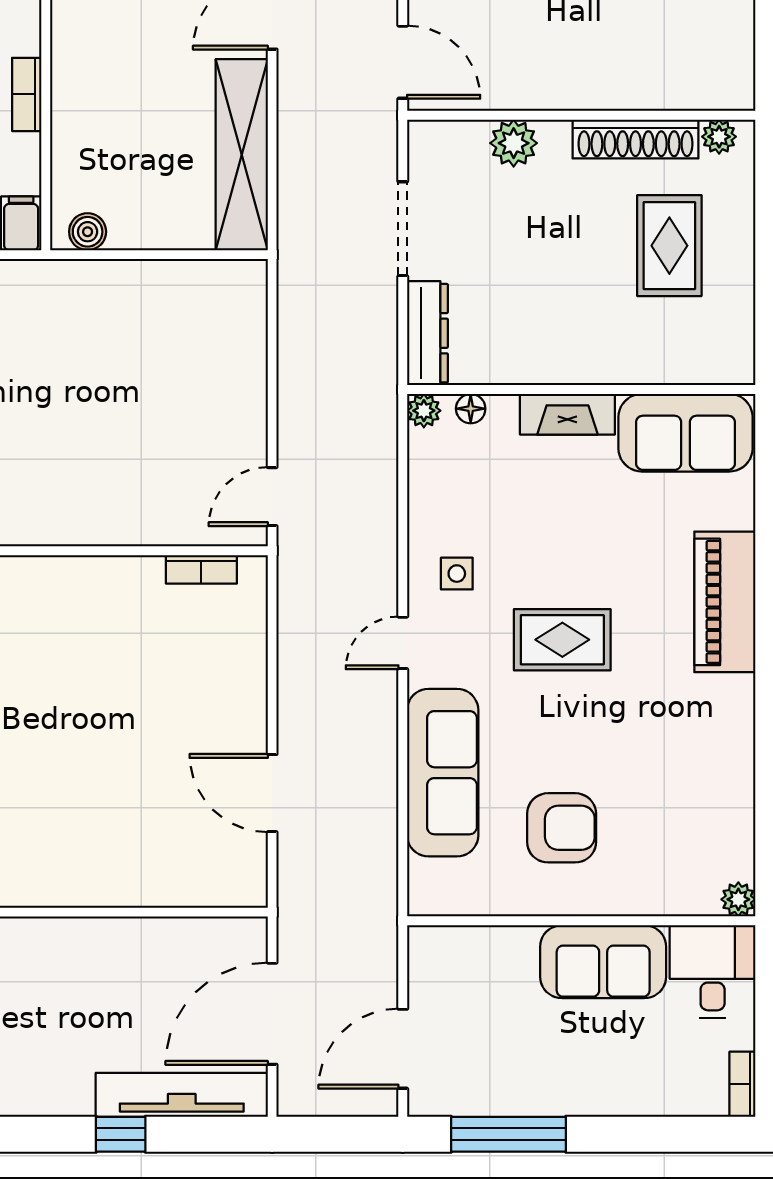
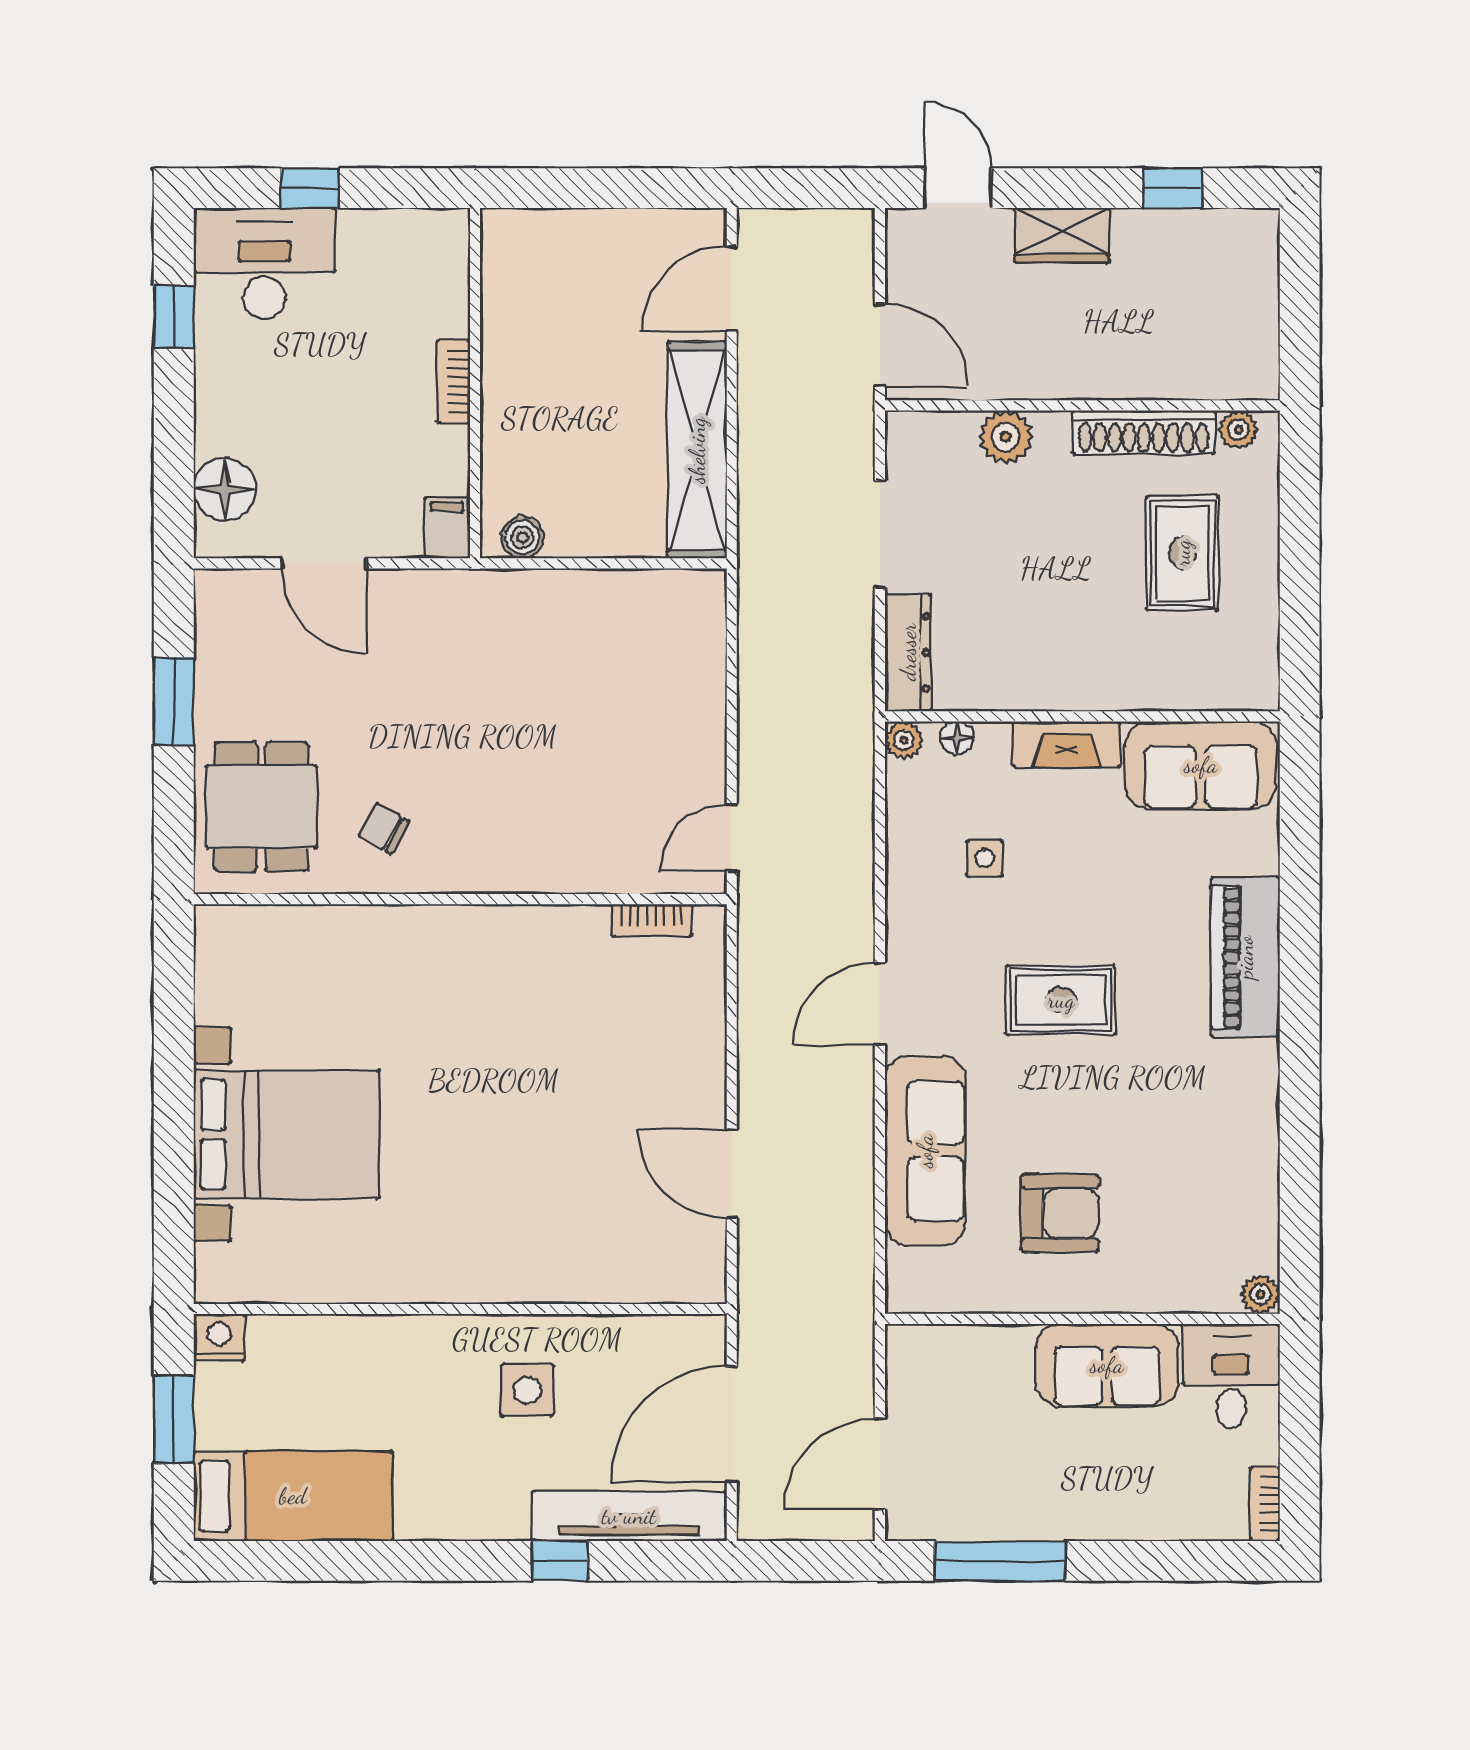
side table: (457, 574) -> (984, 858), moved
door: (403, 643) -> (880, 1004), width x1.38
side table: (92, 984) -> (527, 1390), added

